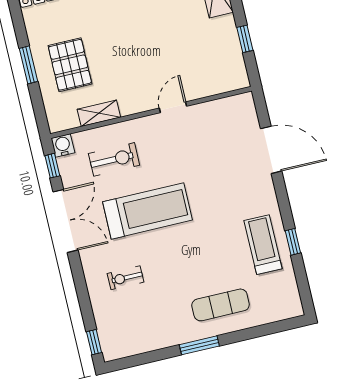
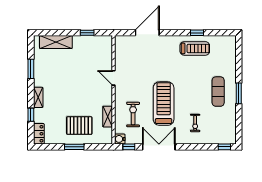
treadmill: (263, 245) -> (195, 48), turned 180
exercise mat: (221, 305) -> (218, 92), moved

